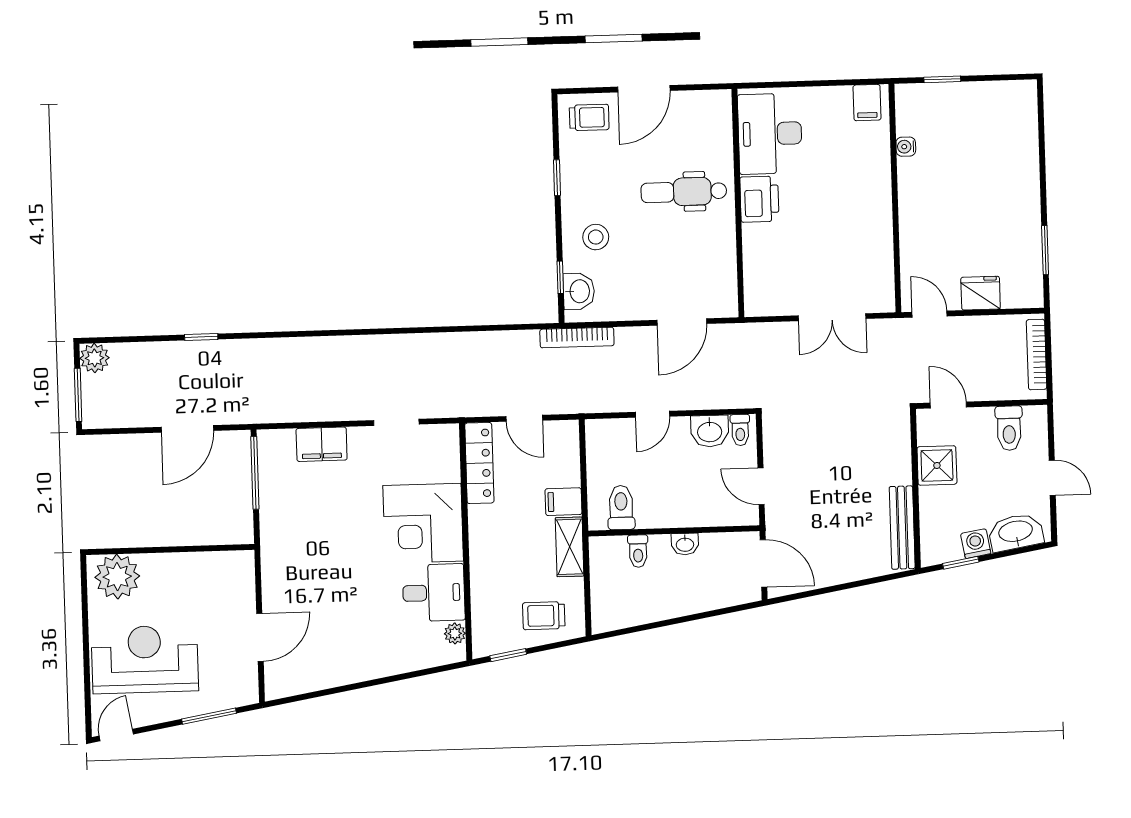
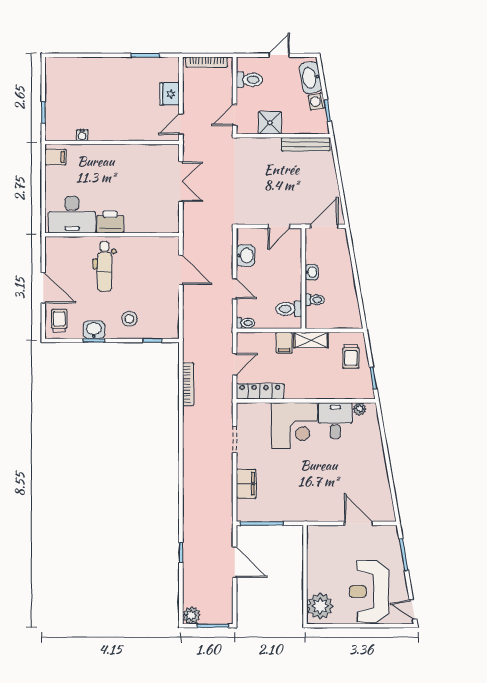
washbasin: (579, 291) -> (94, 330), moved
bookcase: (577, 337) -> (188, 384), moved
toilet: (740, 430) -> (245, 323), moved

